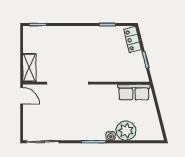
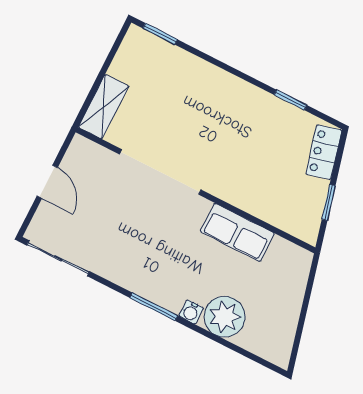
row of seats: (134, 92) -> (237, 232), moved
door: (22, 96) -> (47, 182), moved

